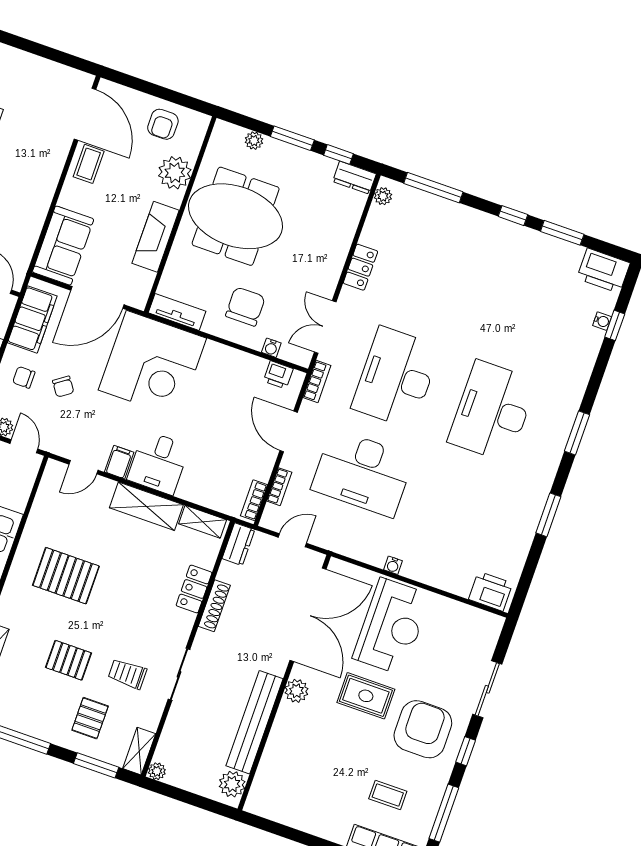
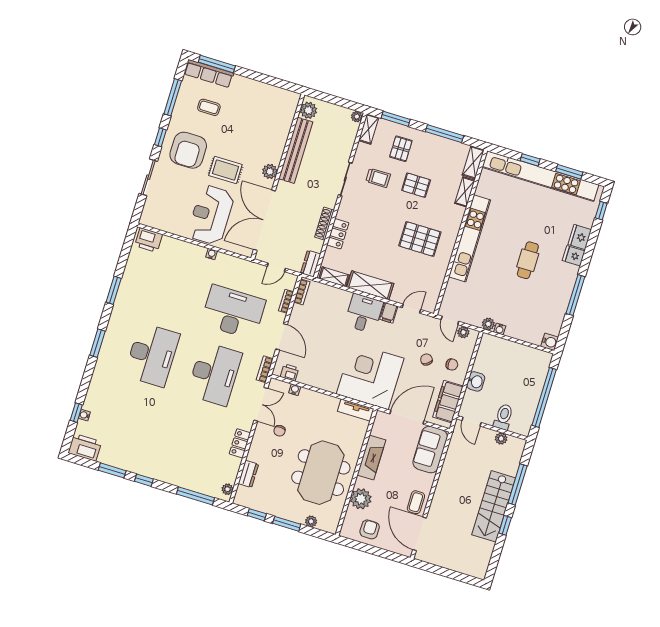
dresser: (354, 178) -> (248, 474), moved, turned 90
meeting table: (236, 216) -> (321, 473), turned 90
chair: (245, 307) -> (280, 431), moved, width x0.54, depth x0.54

